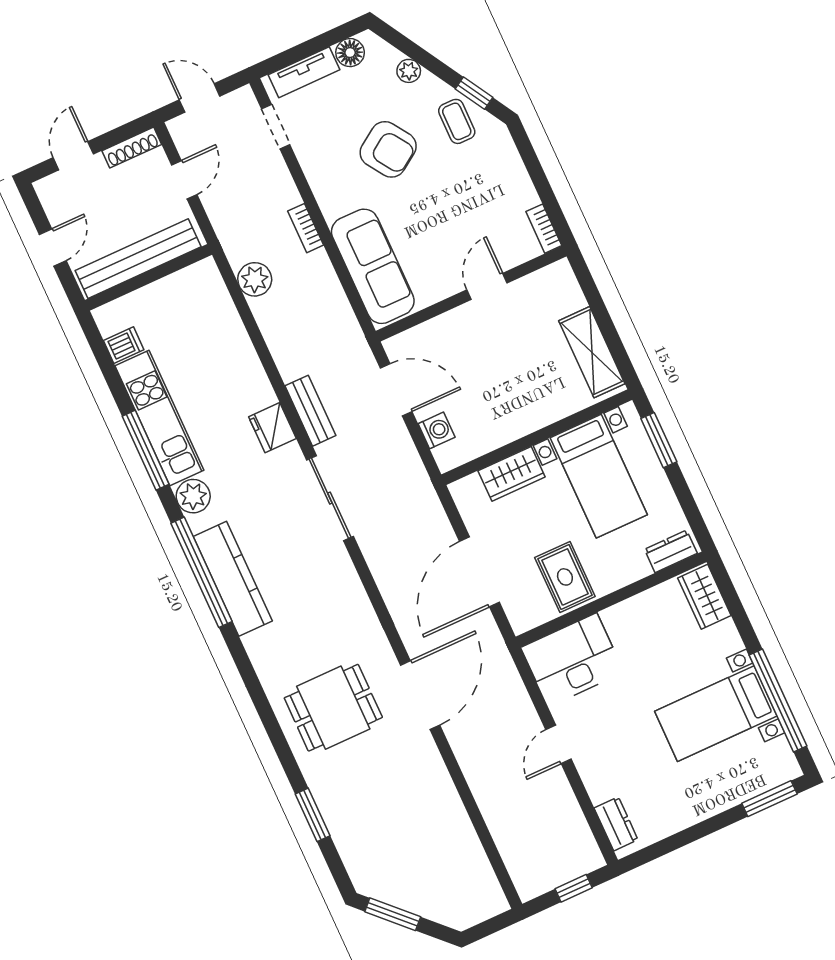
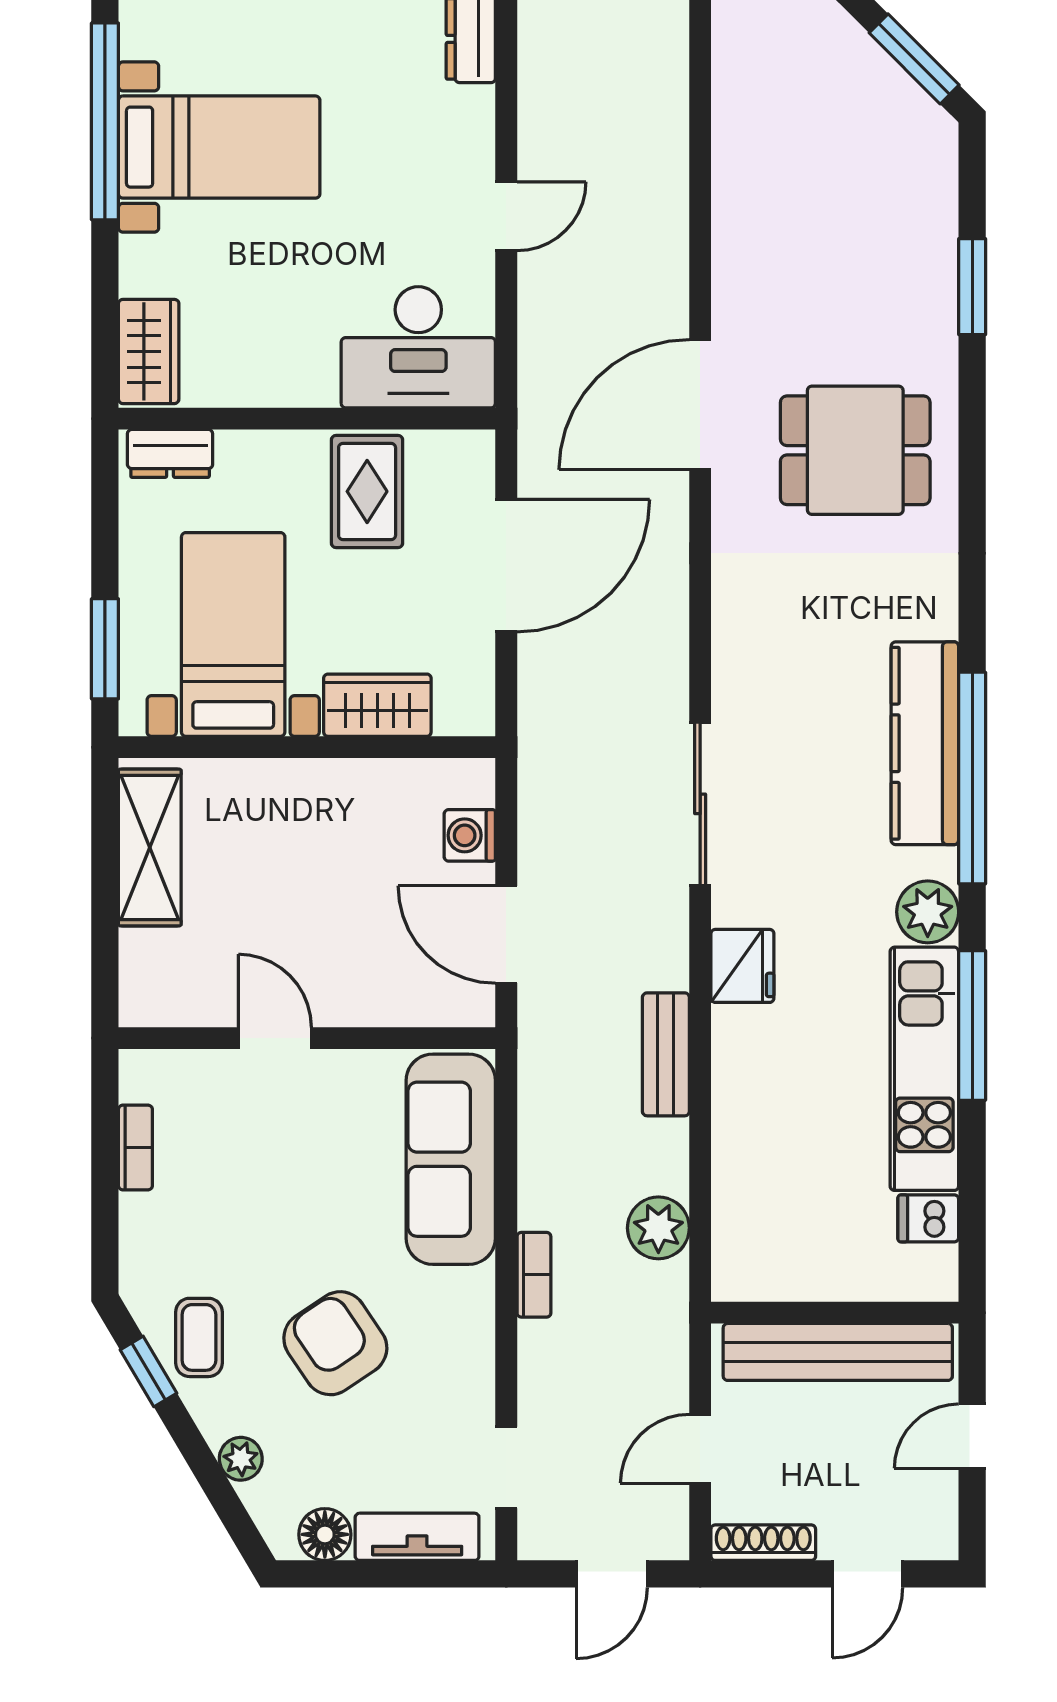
door: (200, 98) -> (612, 1574), hinge flipped
bookcase: (544, 229) -> (135, 1148), moved
door: (487, 286) -> (275, 1038), swing flipped
bench: (310, 411) -> (666, 1054), moved

